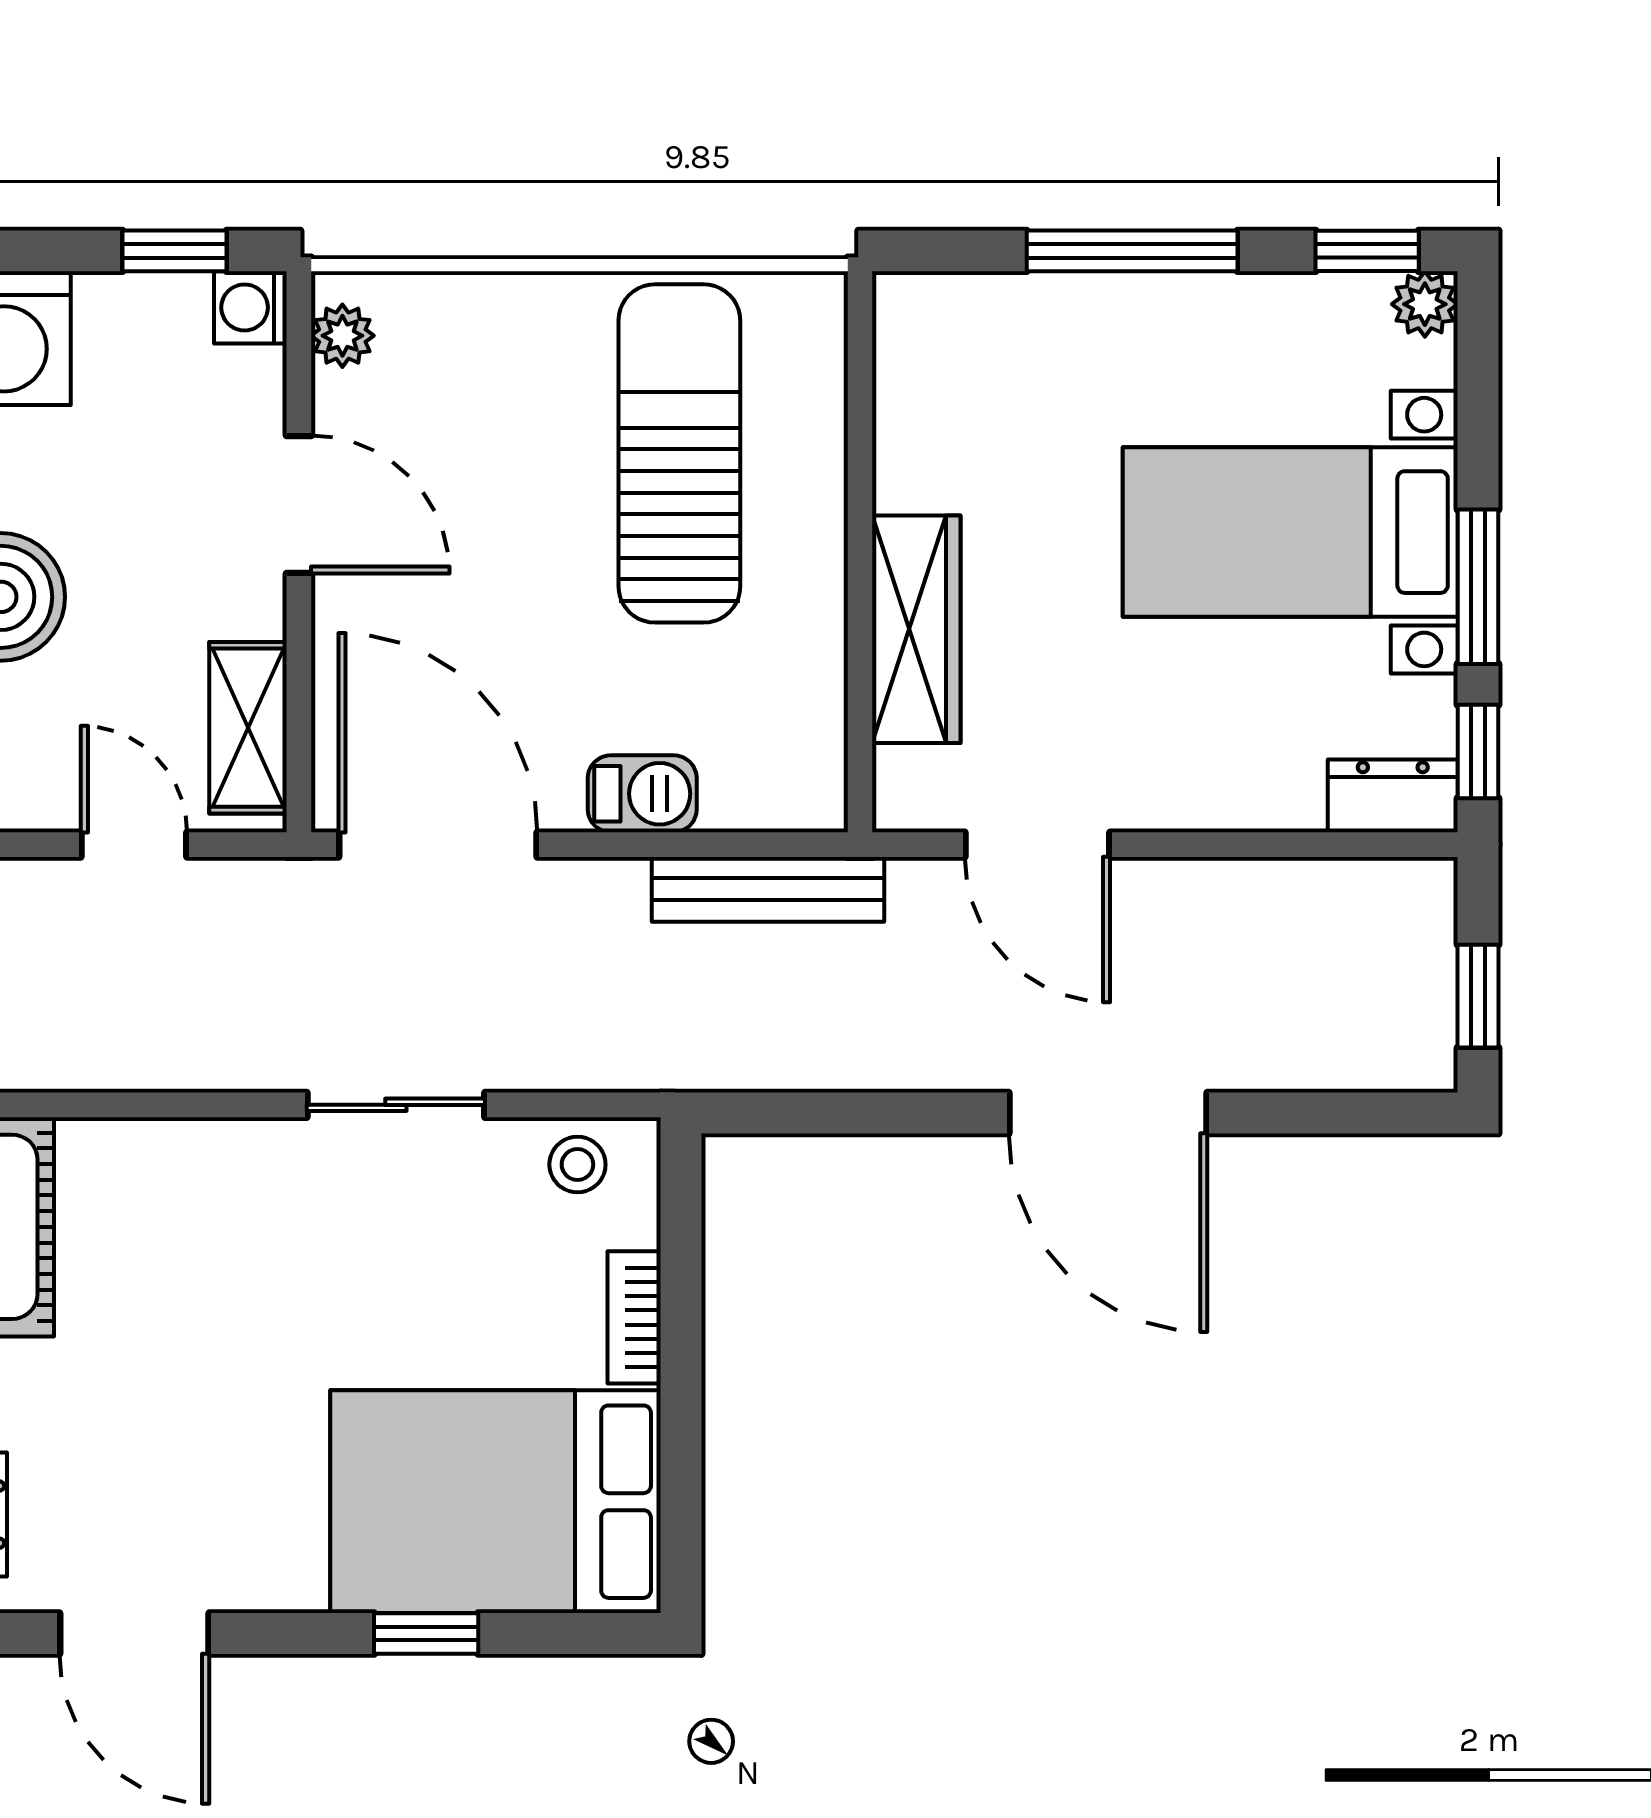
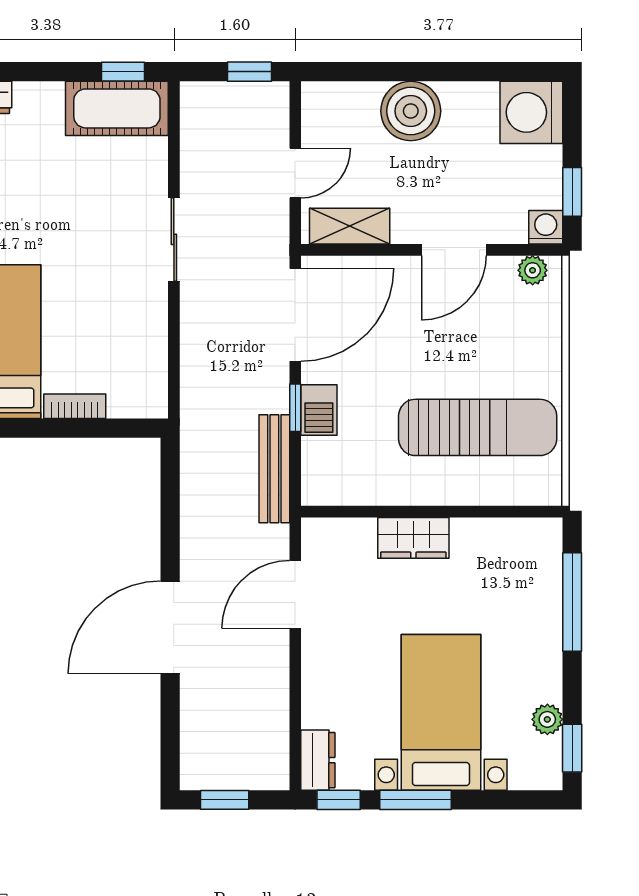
window: (1132, 251) -> (572, 602), moved
plant: (1425, 304) -> (547, 719), moved
wardrobe: (916, 629) -> (413, 538), width x0.67
window: (637, 845) -> (295, 408), added
sliding door: (396, 1105) -> (174, 239), moved
stool: (577, 1165) -> (146, 380), removed

